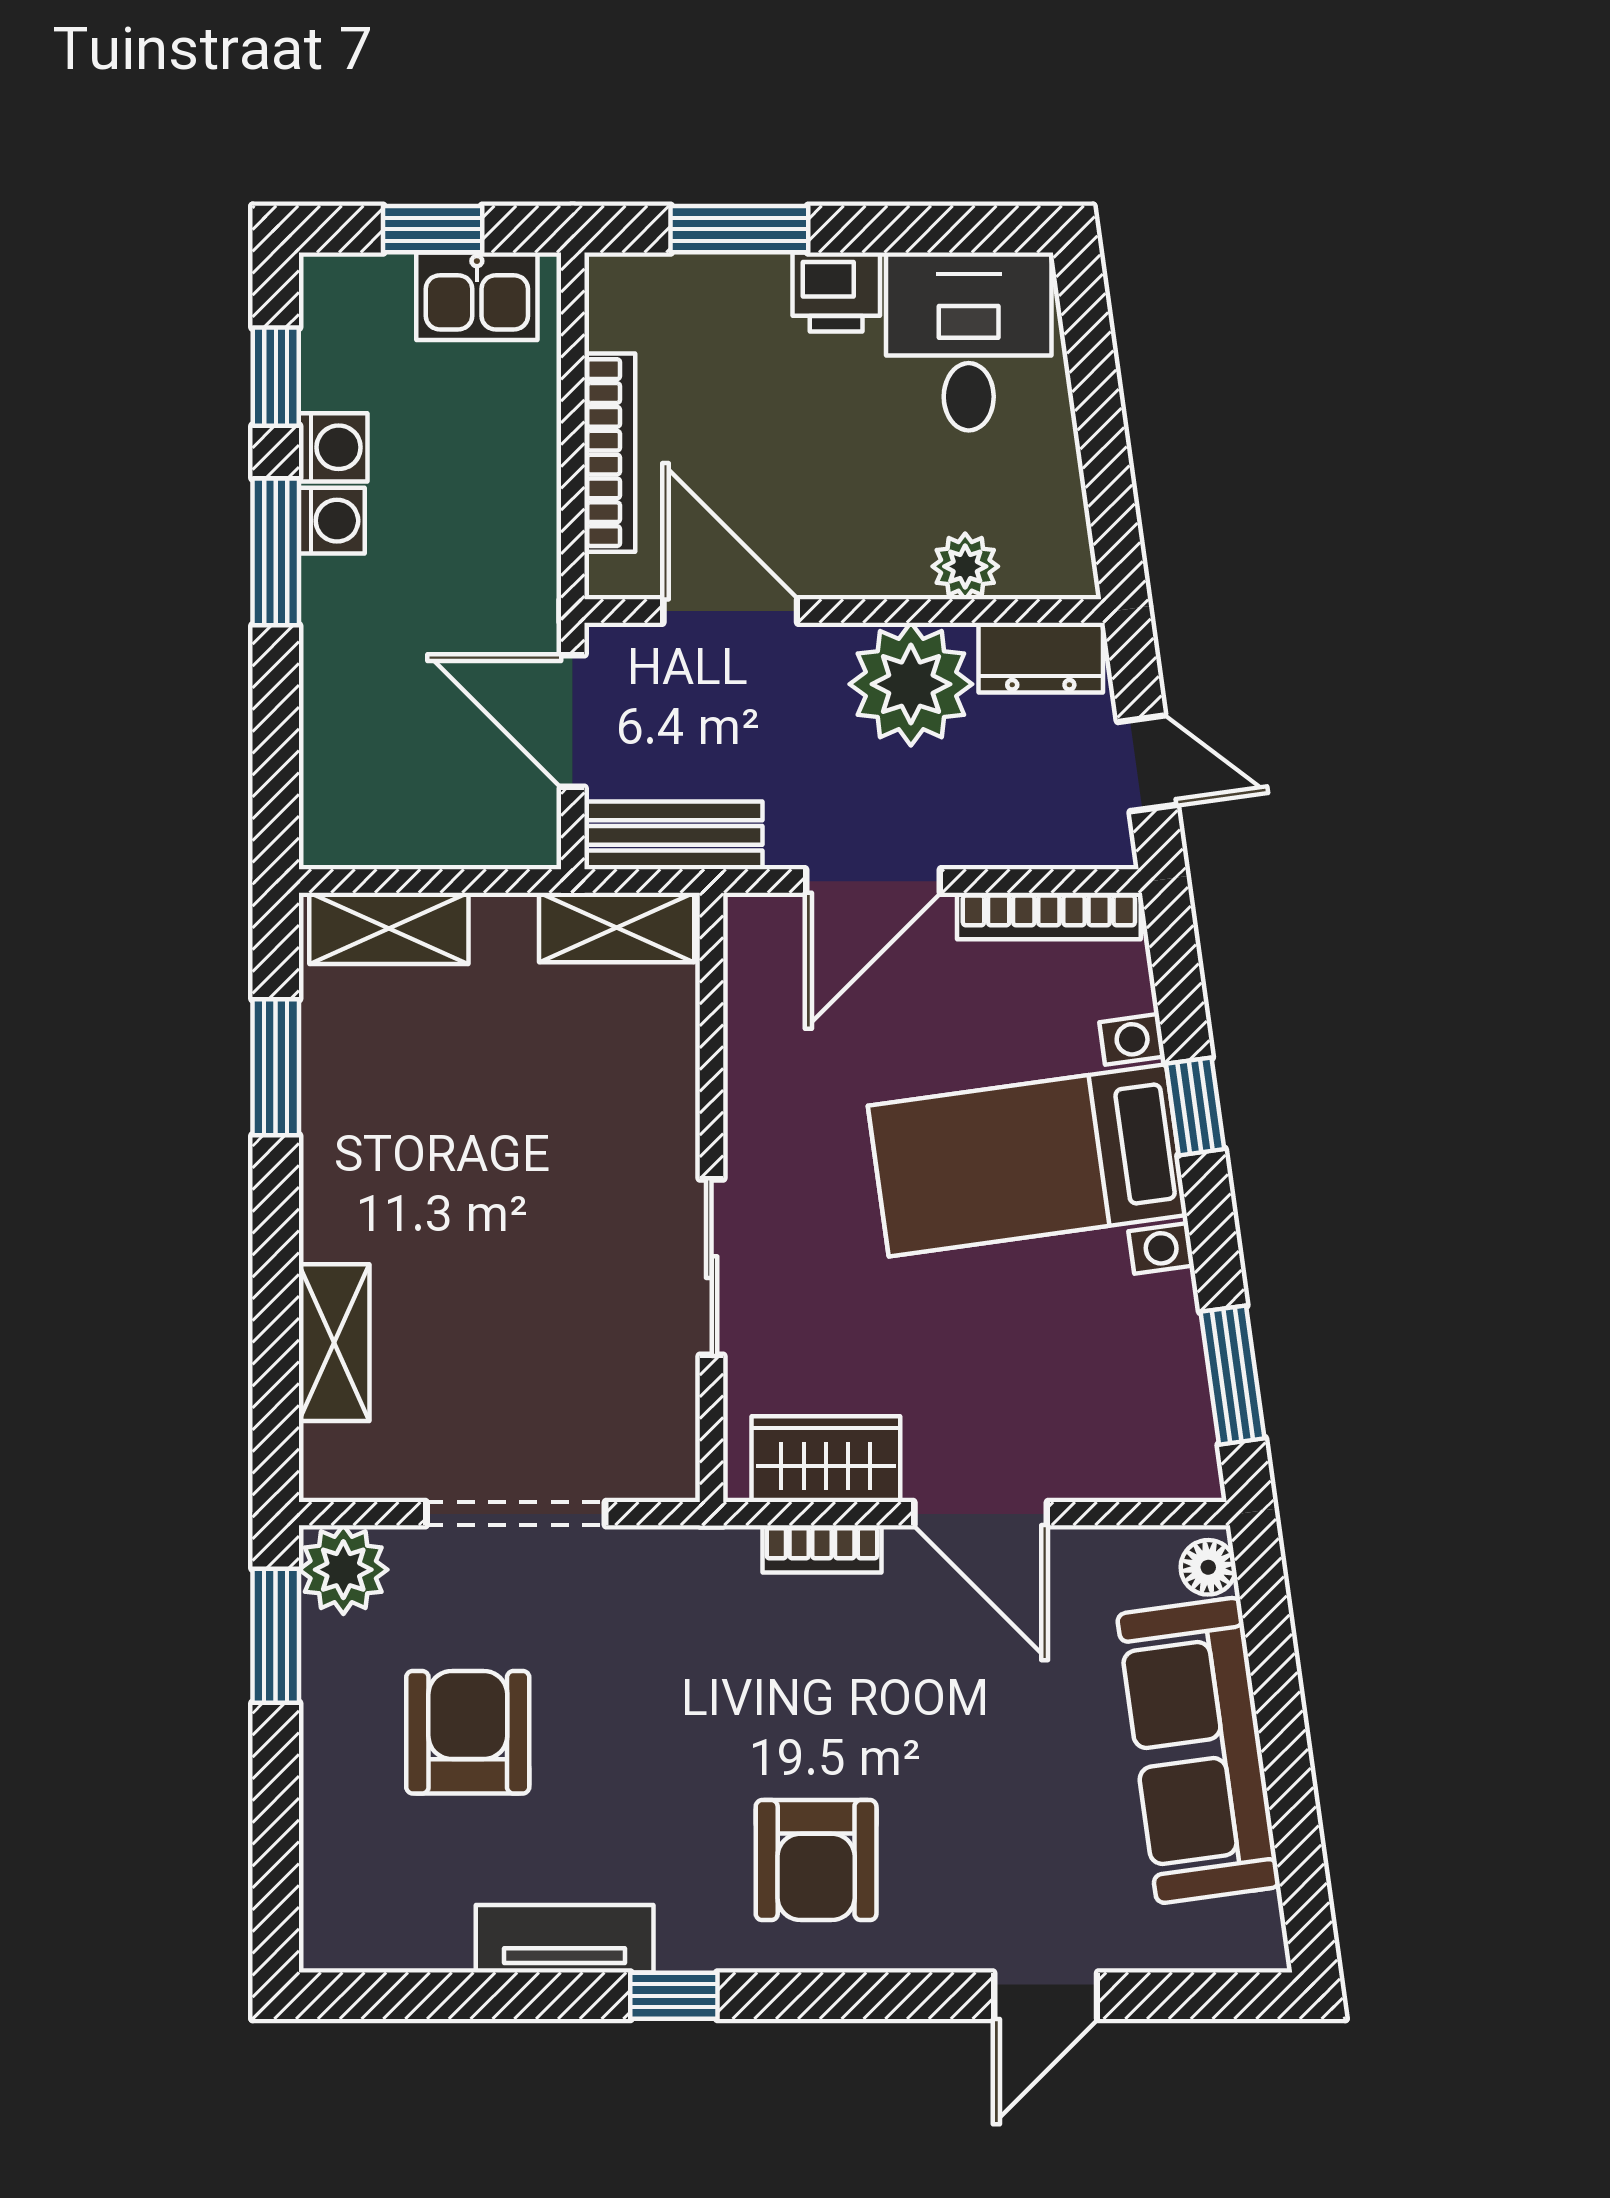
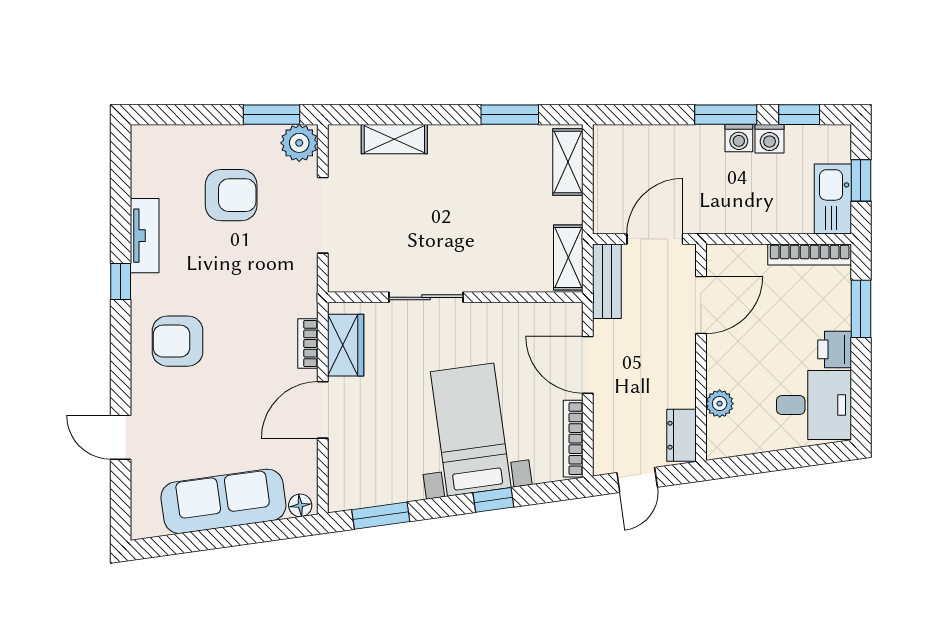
kitchen sink: (477, 296) -> (833, 199), width x1.38
bookcase: (610, 453) -> (810, 255), moved
plant: (911, 684) -> (670, 381), removed

